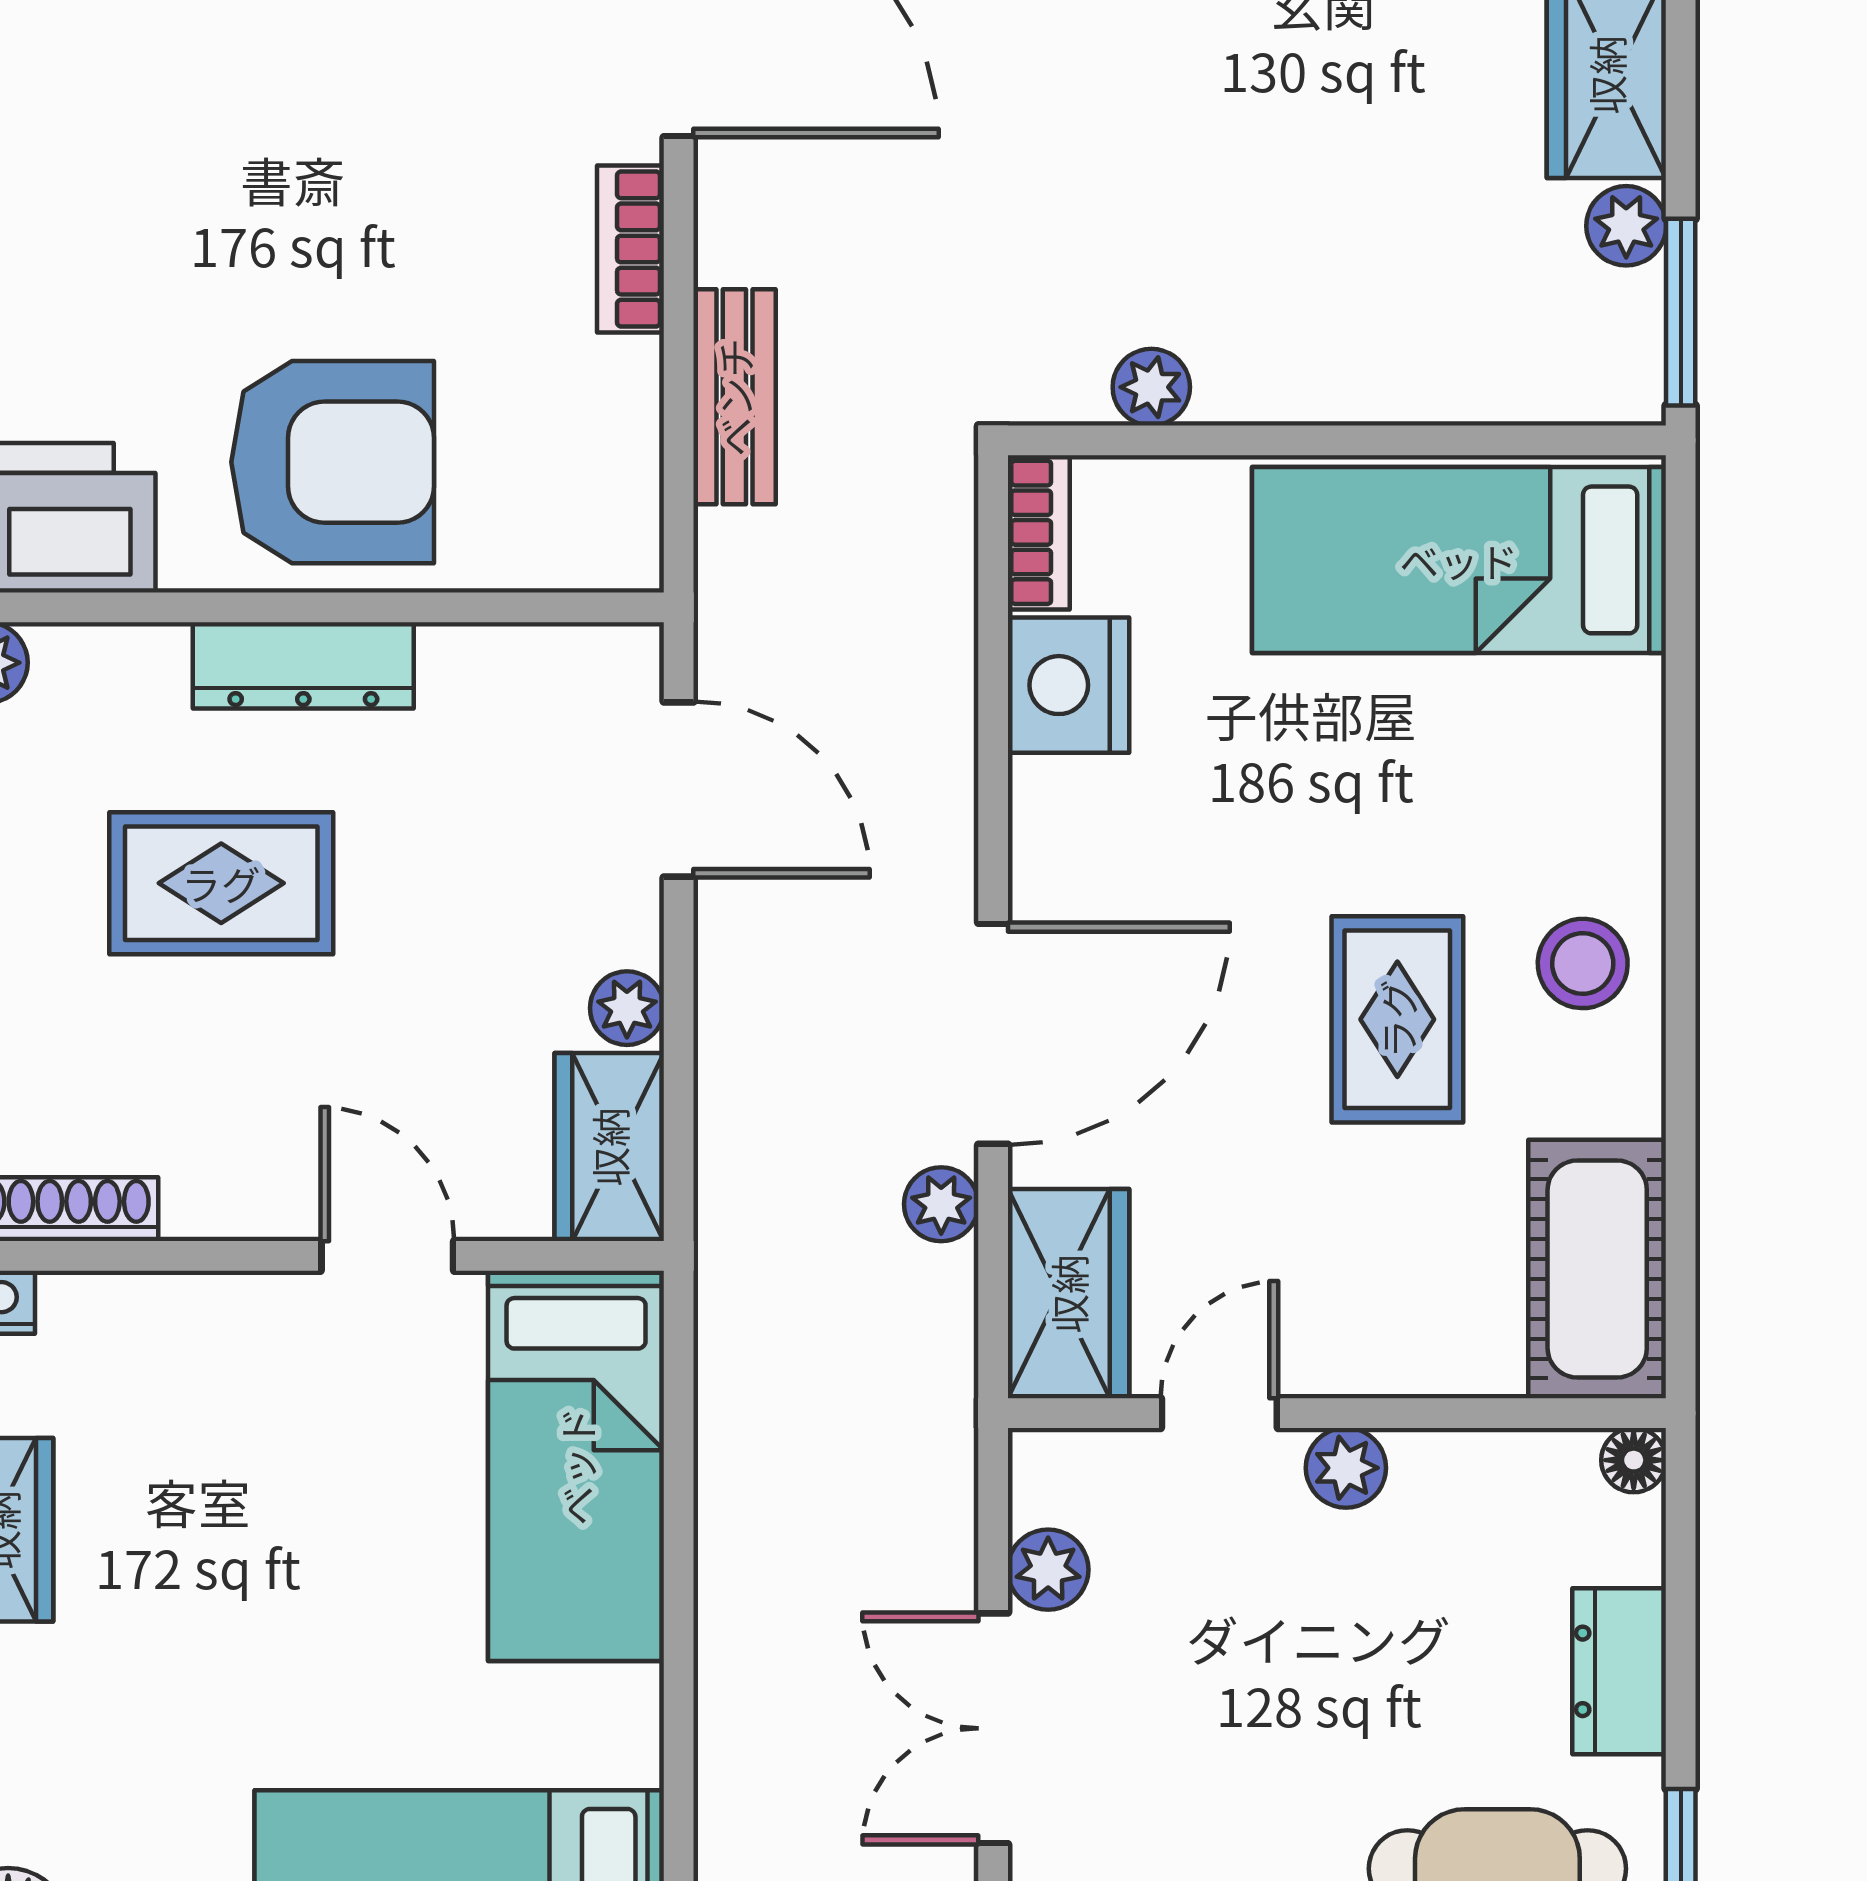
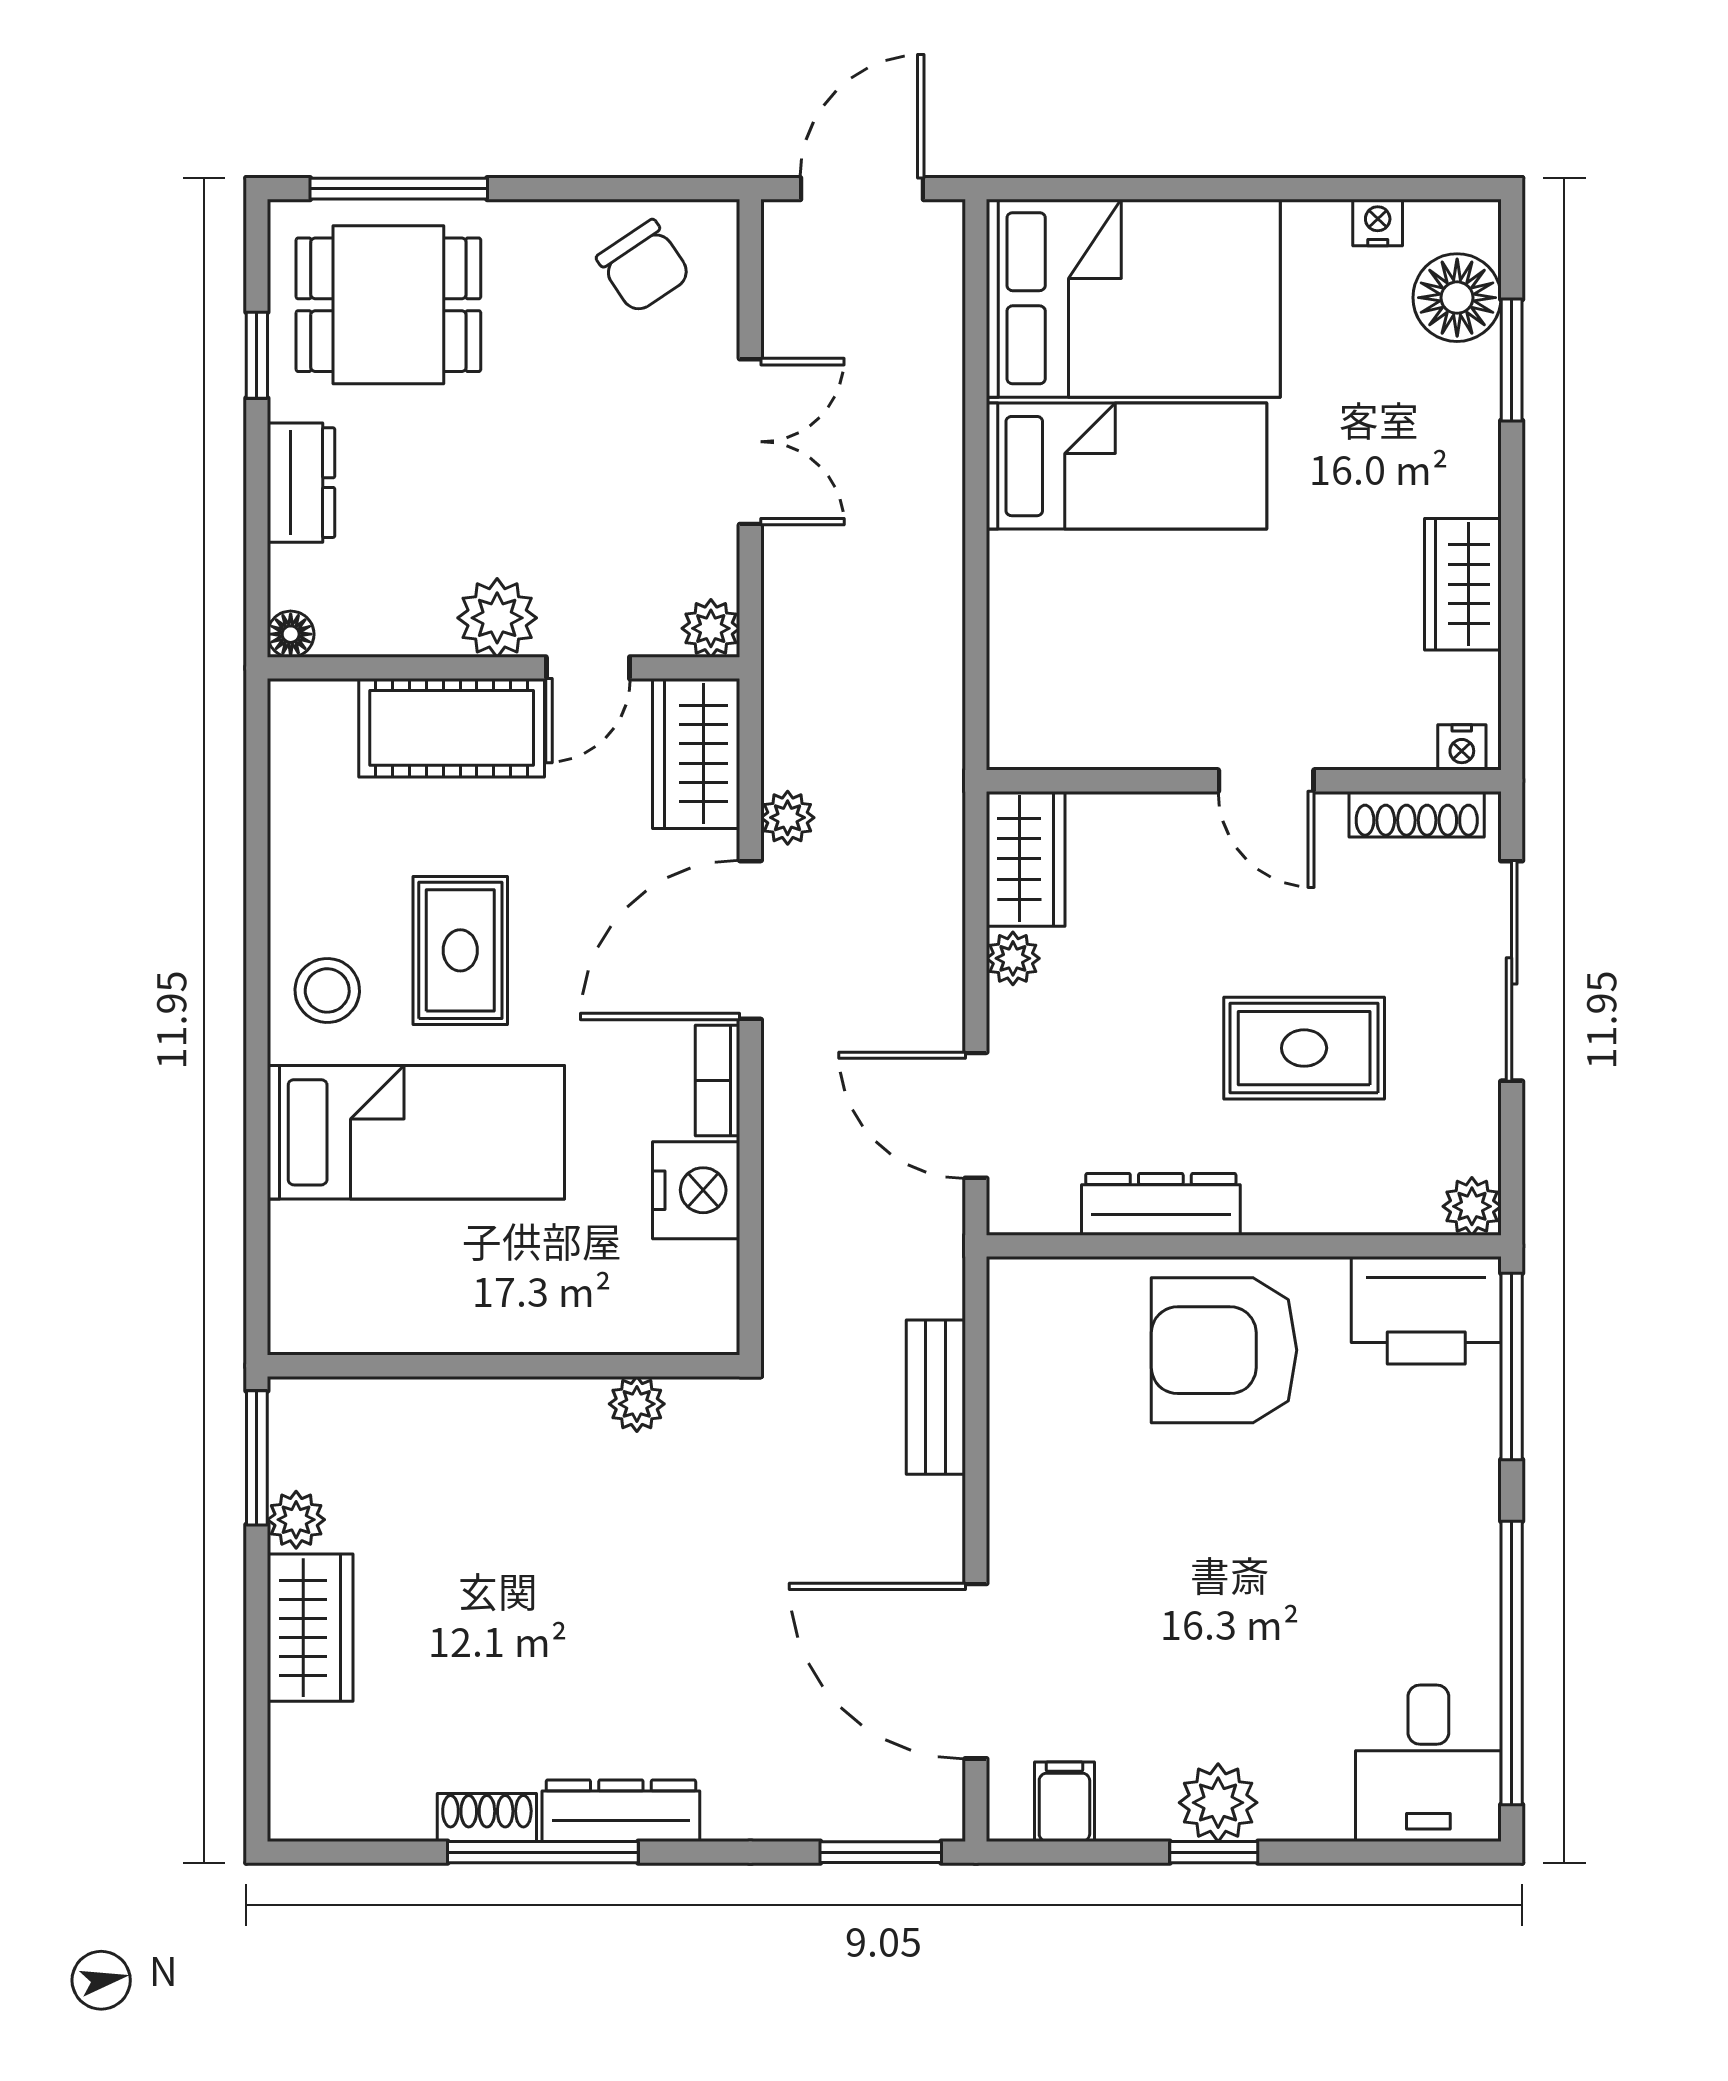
bookcase: (630, 249) -> (1010, 1503), removed
bookcase: (1039, 532) -> (718, 1081), moved
bed: (1459, 560) -> (416, 1132), moved
dresser: (303, 665) -> (1161, 1204), moved
door: (387, 1256) -> (1266, 781), moved
cot: (1597, 1269) -> (452, 728), moved, turned 90
bed: (576, 1466) -> (1127, 466), moved, turned 90
plant: (1346, 1468) -> (497, 618), width x1.38, depth x1.38
plant: (1048, 1570) -> (711, 628), moved

